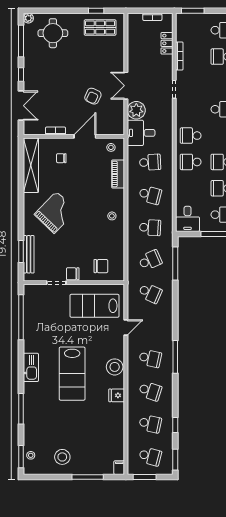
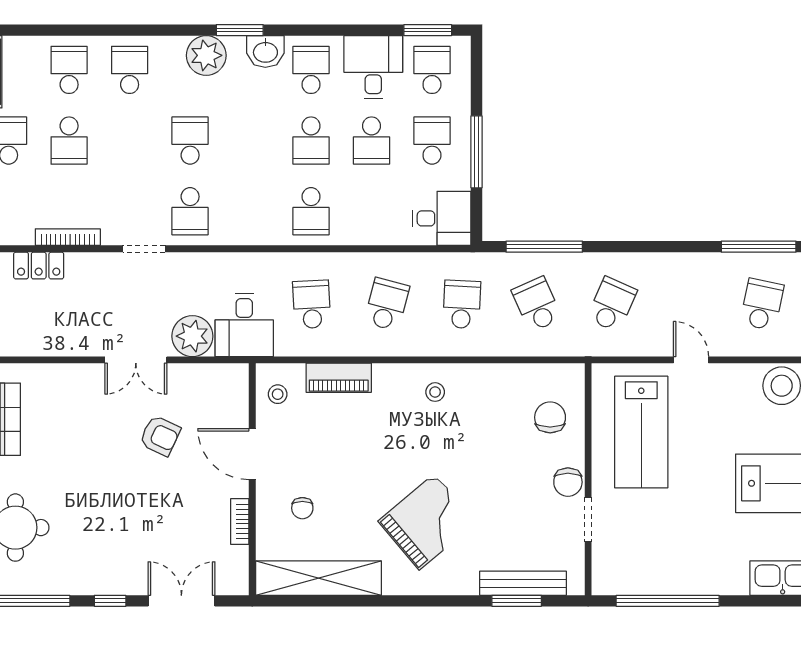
school desk: (191, 136) -> (190, 211), moved
grand piano: (55, 212) -> (427, 522), turned 96

